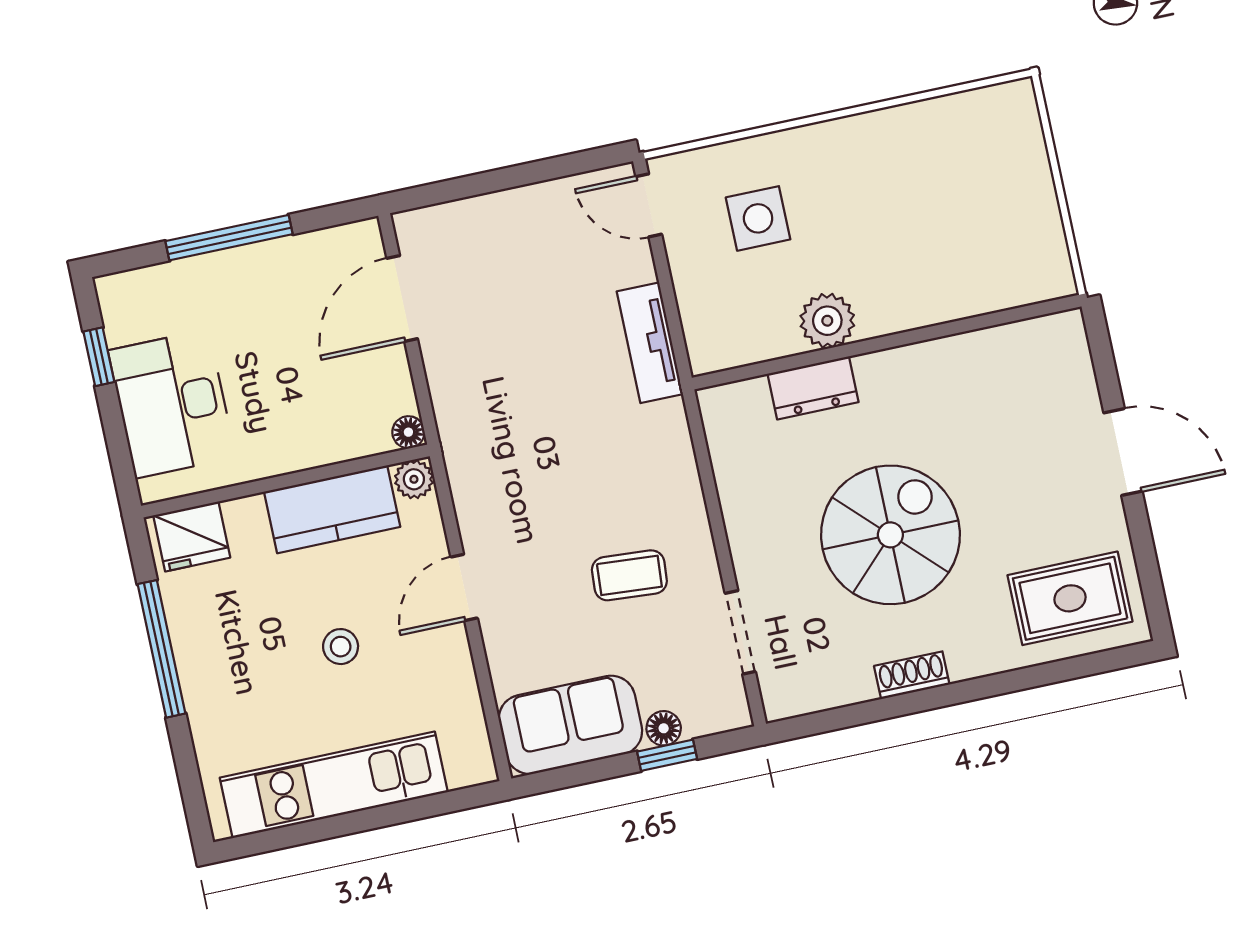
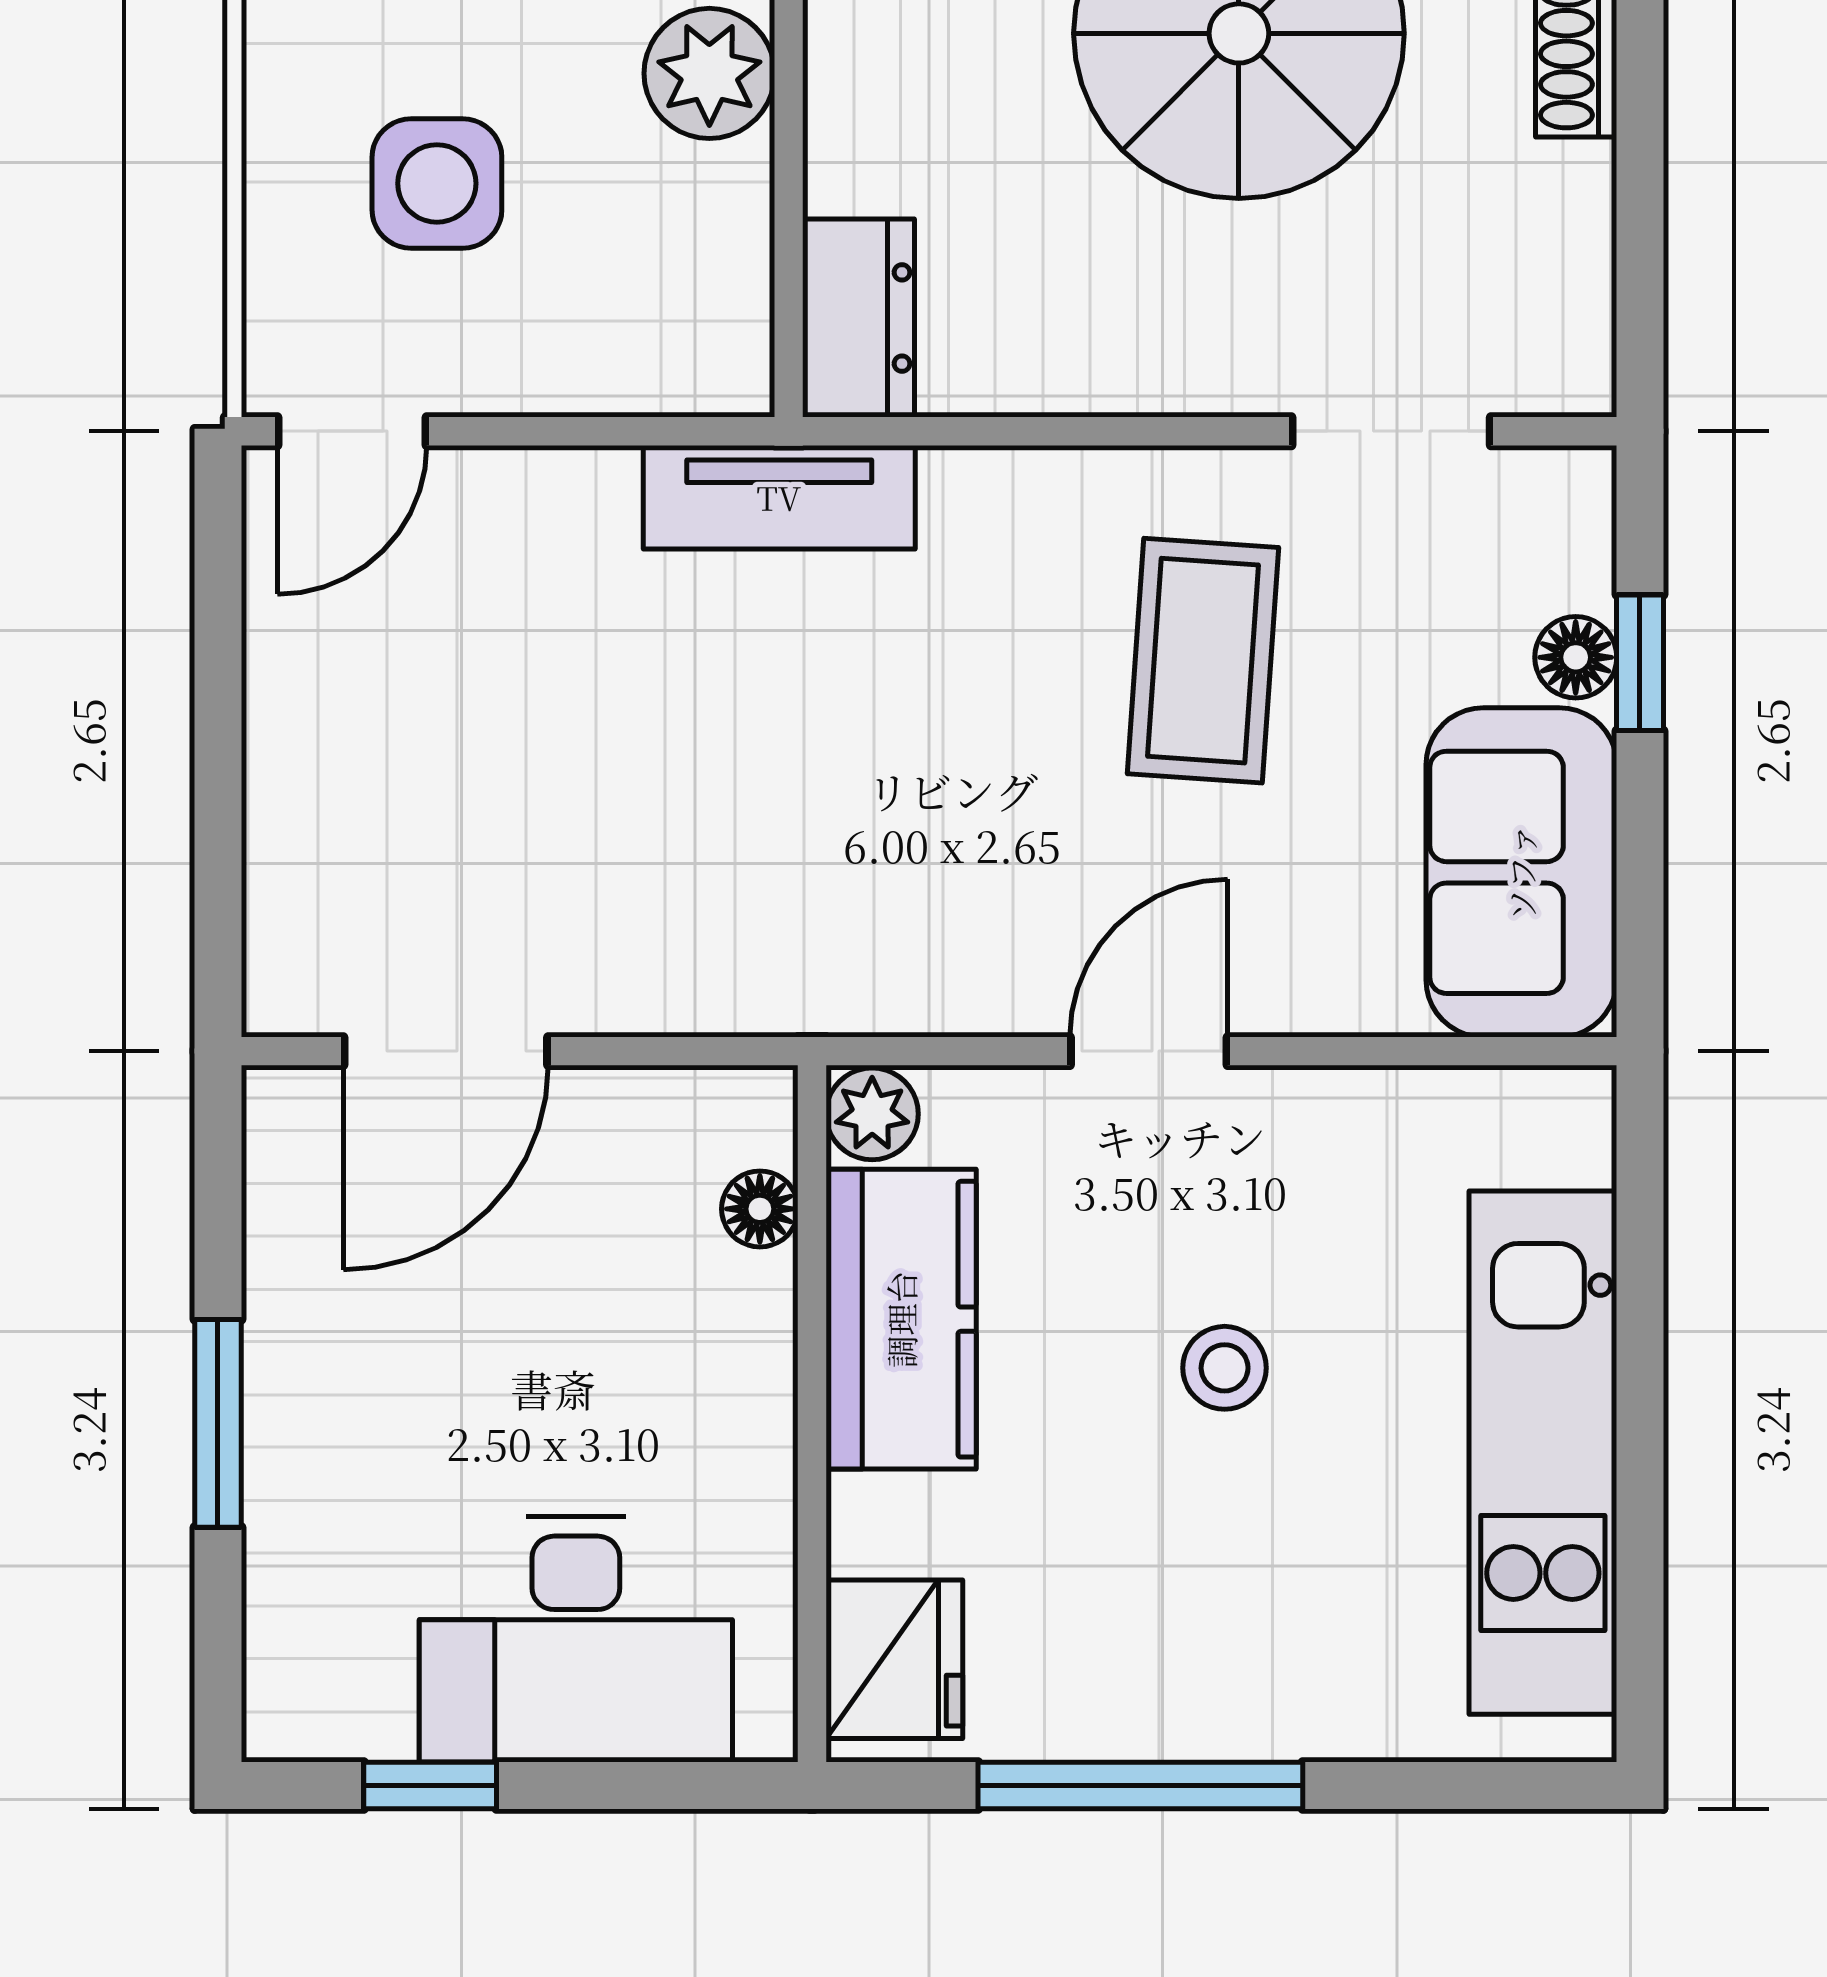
window: (229, 238) -> (218, 1423), width x0.69
door: (402, 298) -> (446, 1051), hinge flipped
tv unit: (650, 343) -> (779, 497), moved
dresser: (813, 388) -> (858, 318), moved
floor lamp: (408, 432) -> (760, 1209), moved
coffee table: (629, 575) -> (1203, 661), width x1.36, depth x1.30
door: (464, 587) -> (1149, 1051), swing flipped

